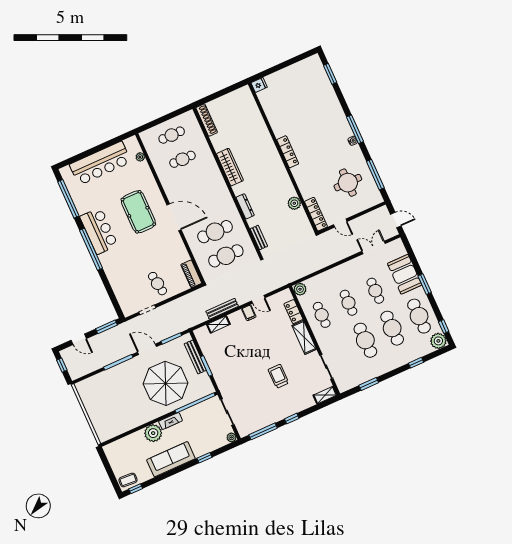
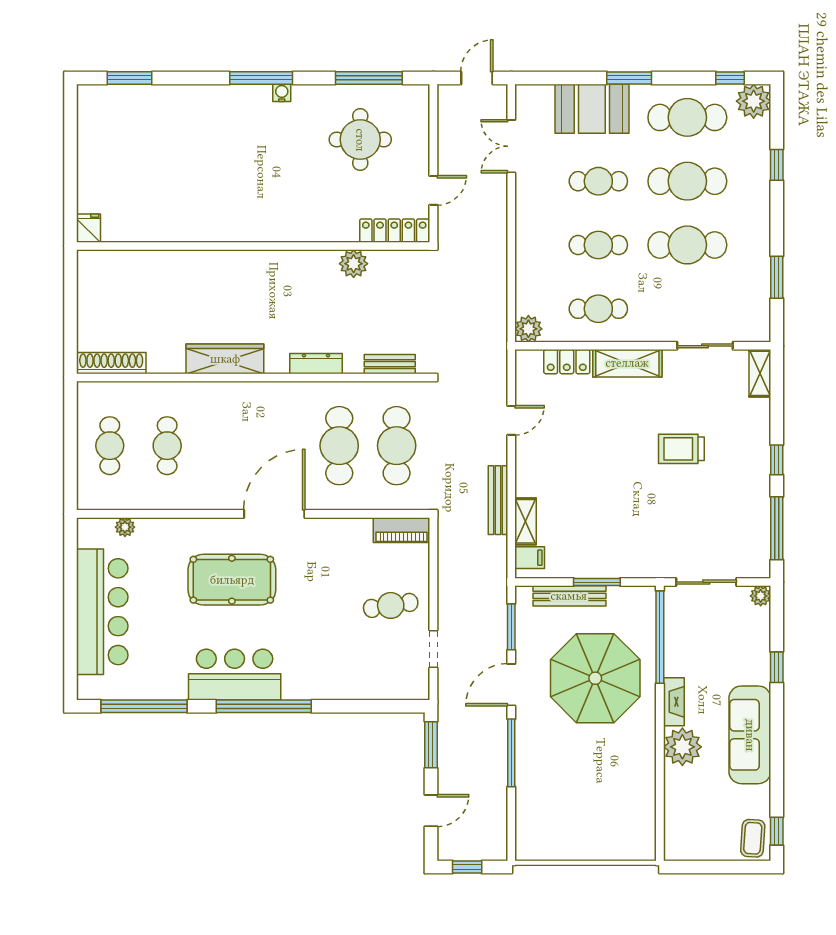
locker: (288, 152) -> (246, 231), removed
filing cabinet: (249, 313) -> (530, 558), moved

